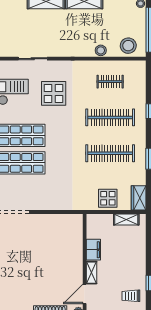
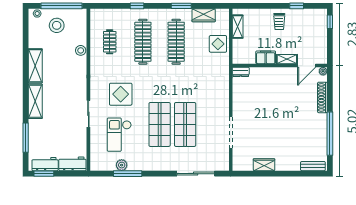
stool: (128, 46) -> (57, 25), moved
wardrobe: (139, 198) -> (204, 15), moved
dresser: (78, 223) -> (241, 72), added
door: (85, 294) -> (307, 65), hinge flipped
trolley: (131, 296) -> (279, 21), moved

